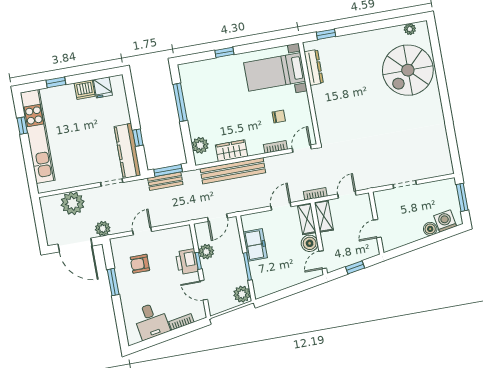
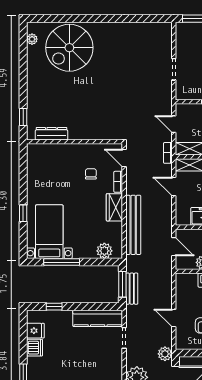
spiral stairs: (408, 70) -> (69, 48), turned 90
bed with nightstands: (275, 72) -> (49, 232), moved, turned 180
window: (138, 138) -> (54, 307), moved
wardrobe: (232, 151) -> (114, 207), moved

